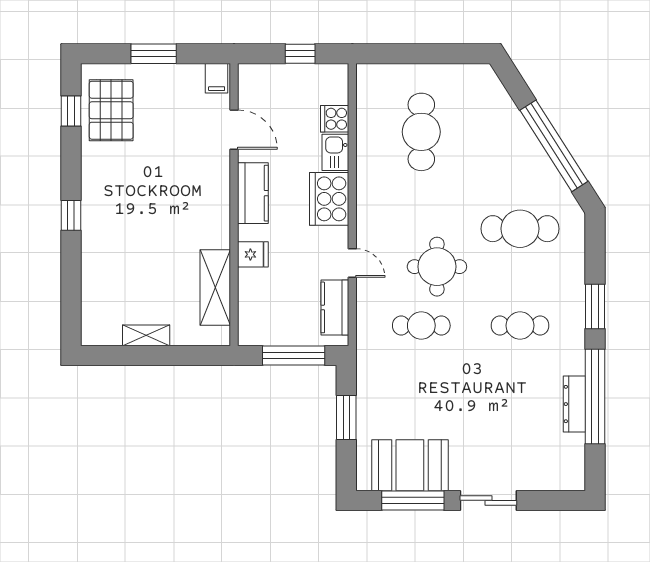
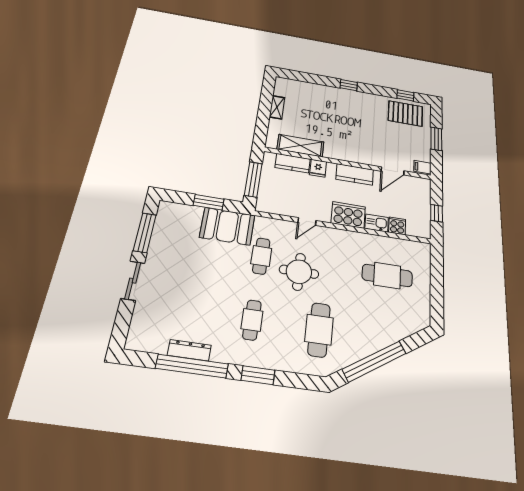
kitchen counter: (335, 307) -> (293, 163), moved, turned 180
booth: (410, 465) -> (227, 226), moved, turned 90

